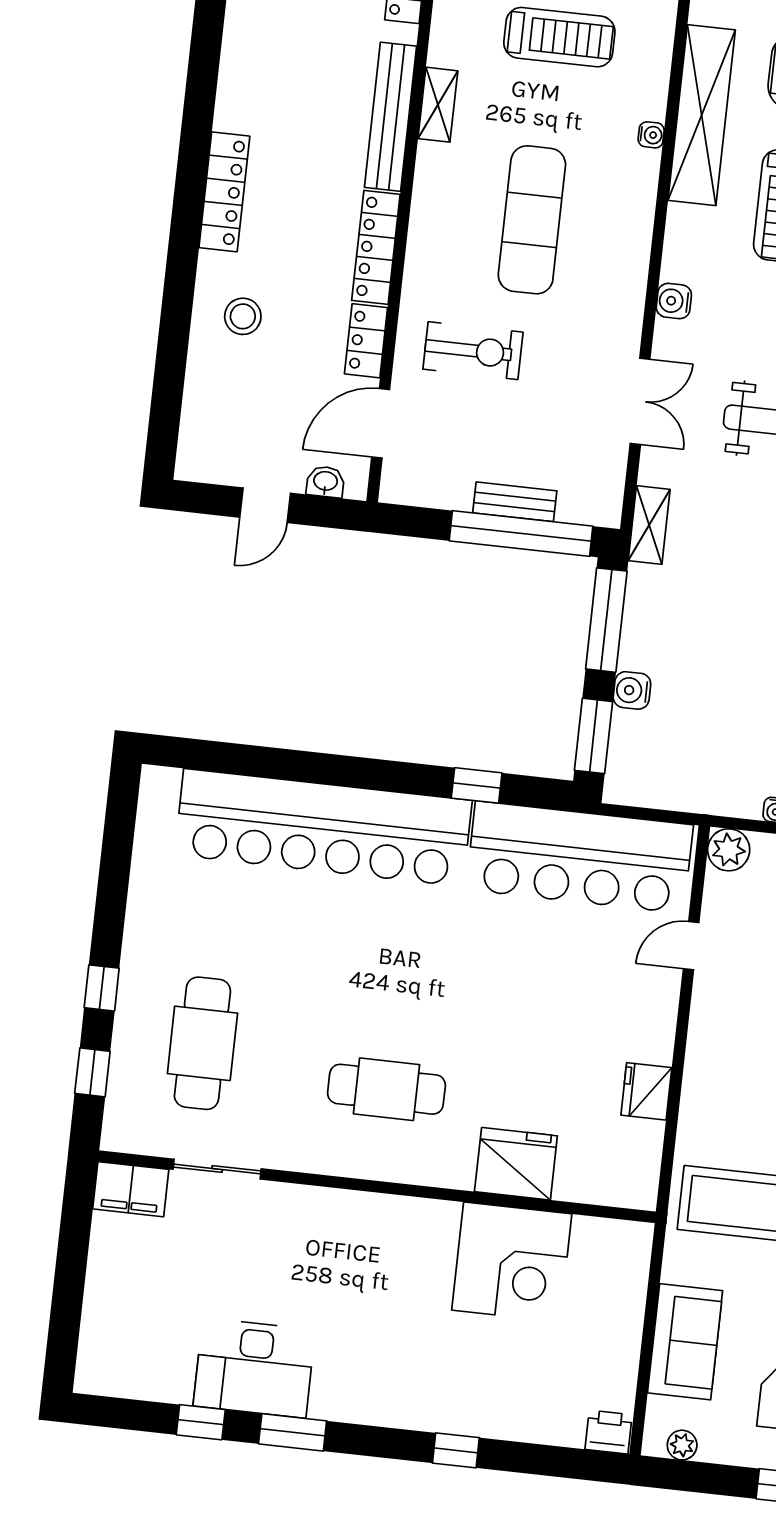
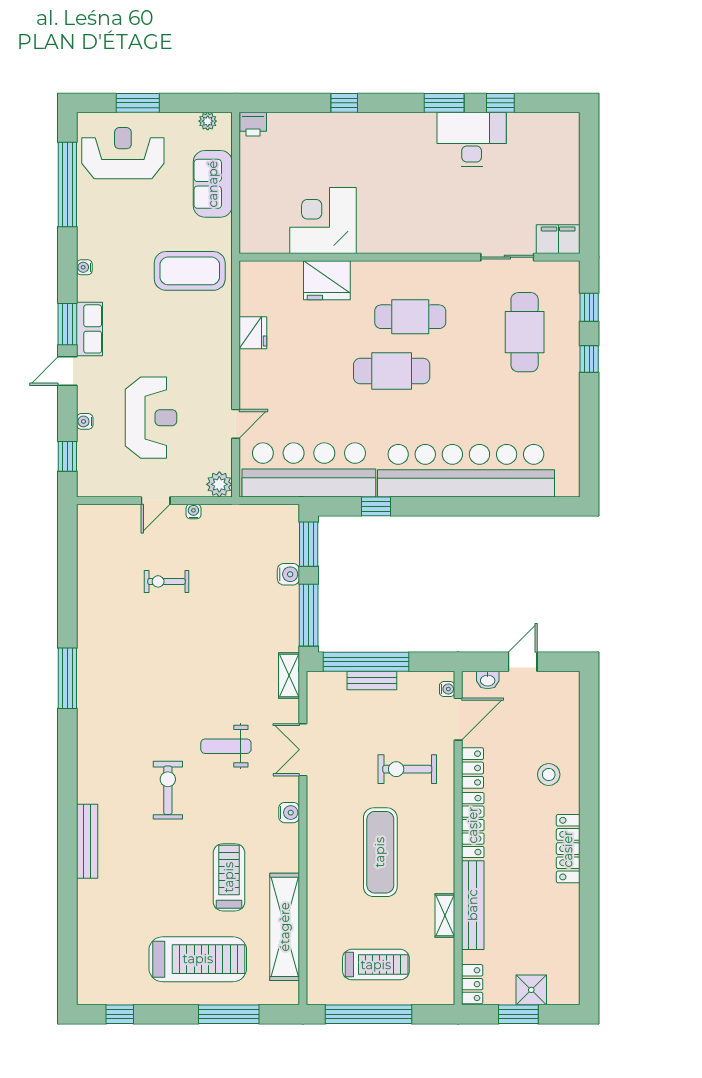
treadmill: (559, 37) -> (376, 965), turned 180
water cooler: (651, 135) -> (447, 689), moved, turned 180
cafe table: (427, 1004) -> (392, 371), added

